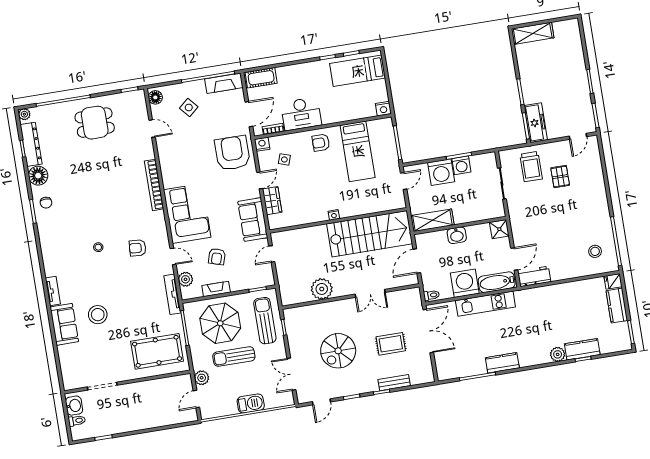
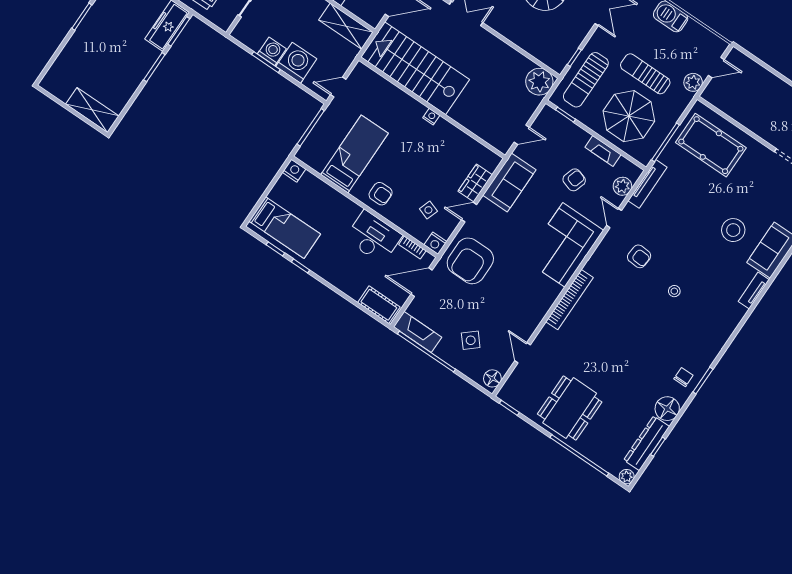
dining table: (95, 123) -> (570, 408), width x1.38
plant: (322, 289) -> (539, 82), moved
sun lounger: (234, 357) -> (645, 74), turned 180

